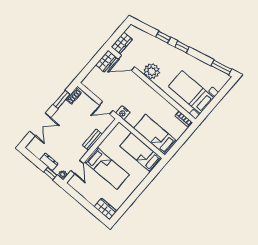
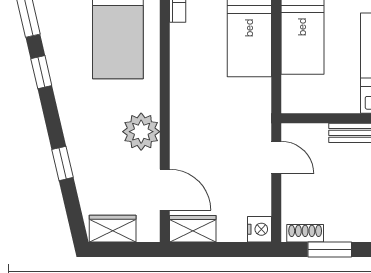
wardrobe: (122, 43) -> (113, 229), moved
window: (182, 47) -> (41, 72), moved
nightstand: (123, 113) -> (259, 229), moved

